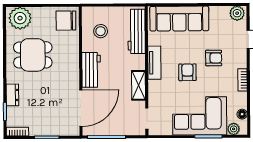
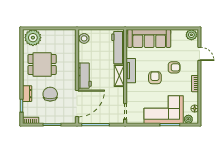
chair: (66, 21) -> (50, 94), moved, turned 90
stool: (101, 31) -> (84, 38), moved
shelving: (139, 85) -> (119, 76), moved

